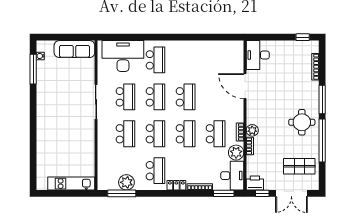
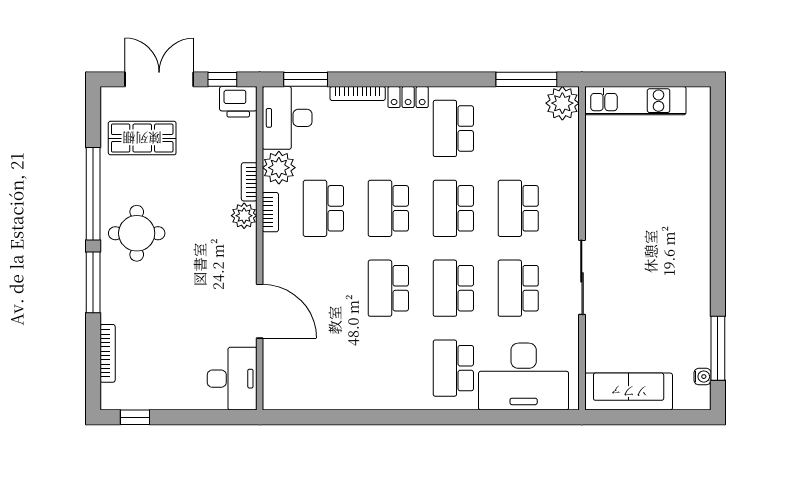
plant: (126, 182) -> (562, 103), moved

